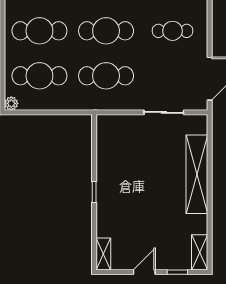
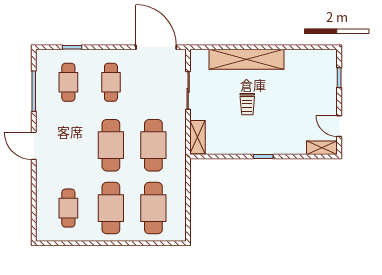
plant: (11, 103) -> (180, 235), removed
trolley: (149, 175) -> (247, 104), added
shelving: (200, 252) -> (198, 137), moved, turned 90
door: (144, 272) -> (339, 126), moved

